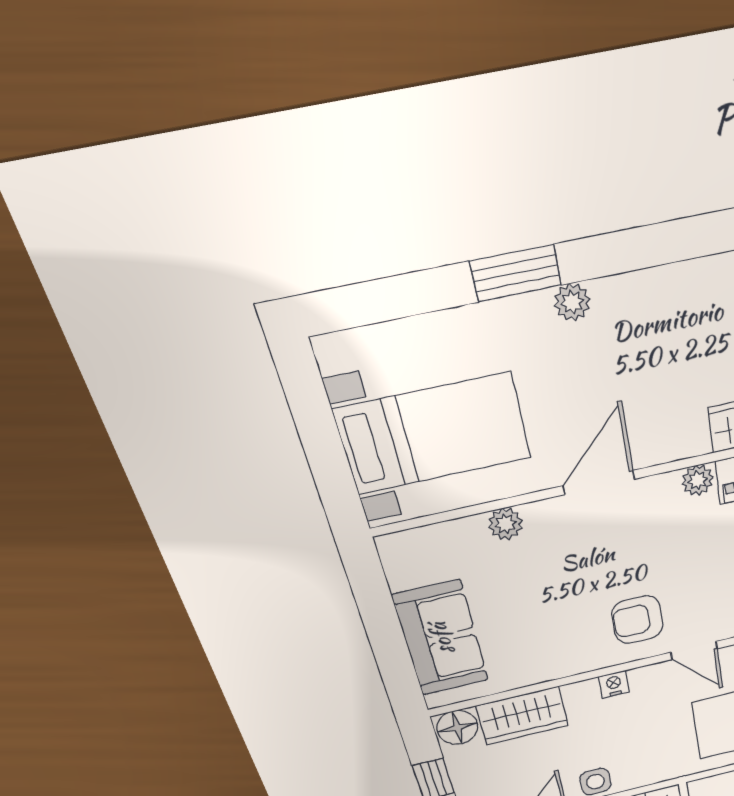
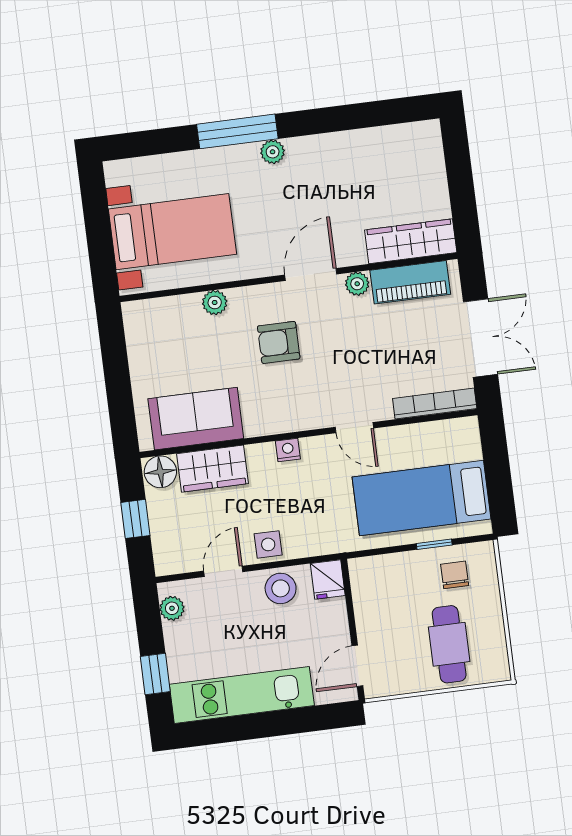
window: (516, 273) -> (237, 131), width x1.44
door: (599, 482) -> (311, 274), moved
armchair: (637, 620) -> (279, 342), moved
sofa: (441, 638) -> (196, 419), moved, turned -90

